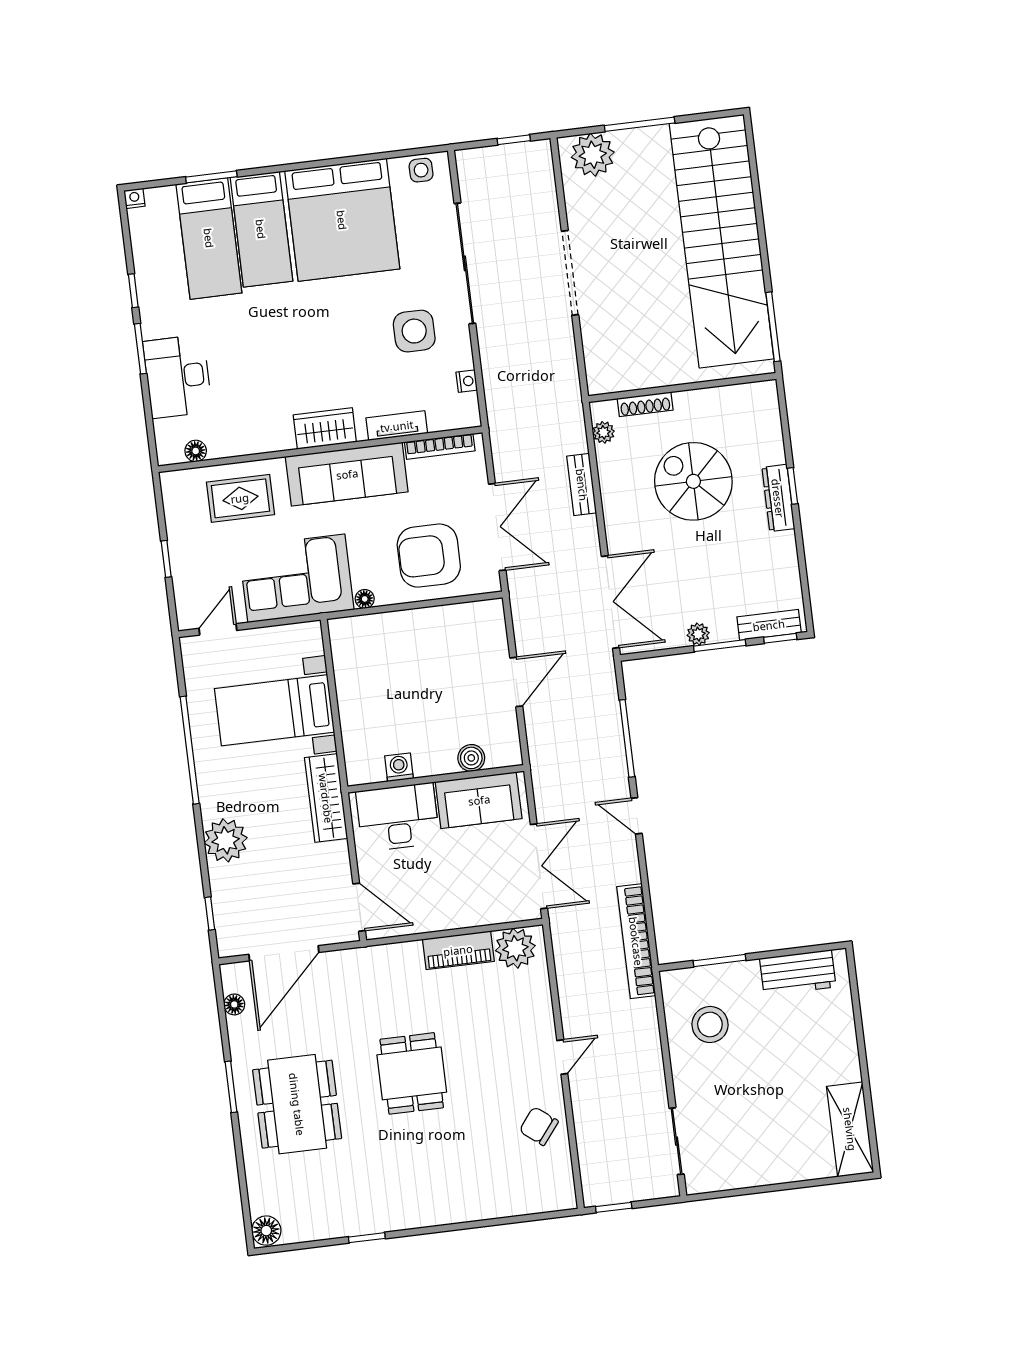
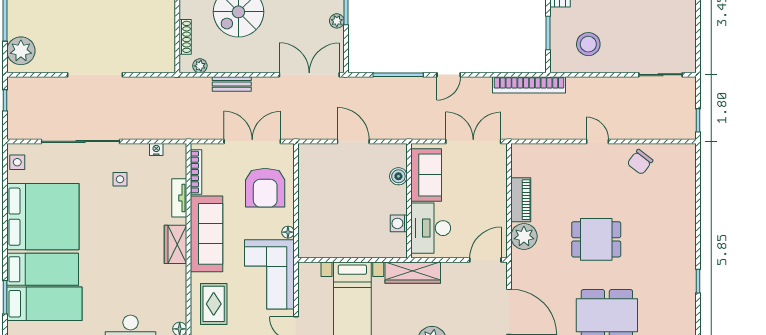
side table: (414, 331) -> (120, 179), width x0.54, depth x0.54
plant: (515, 948) -> (524, 236), moved

